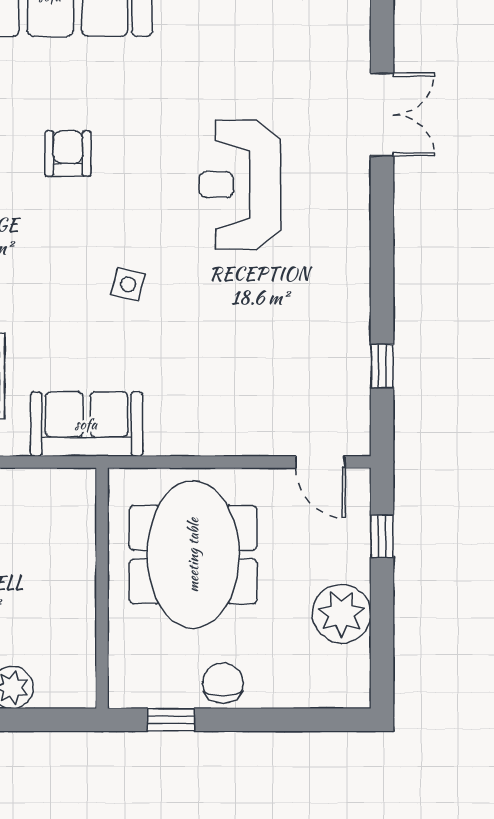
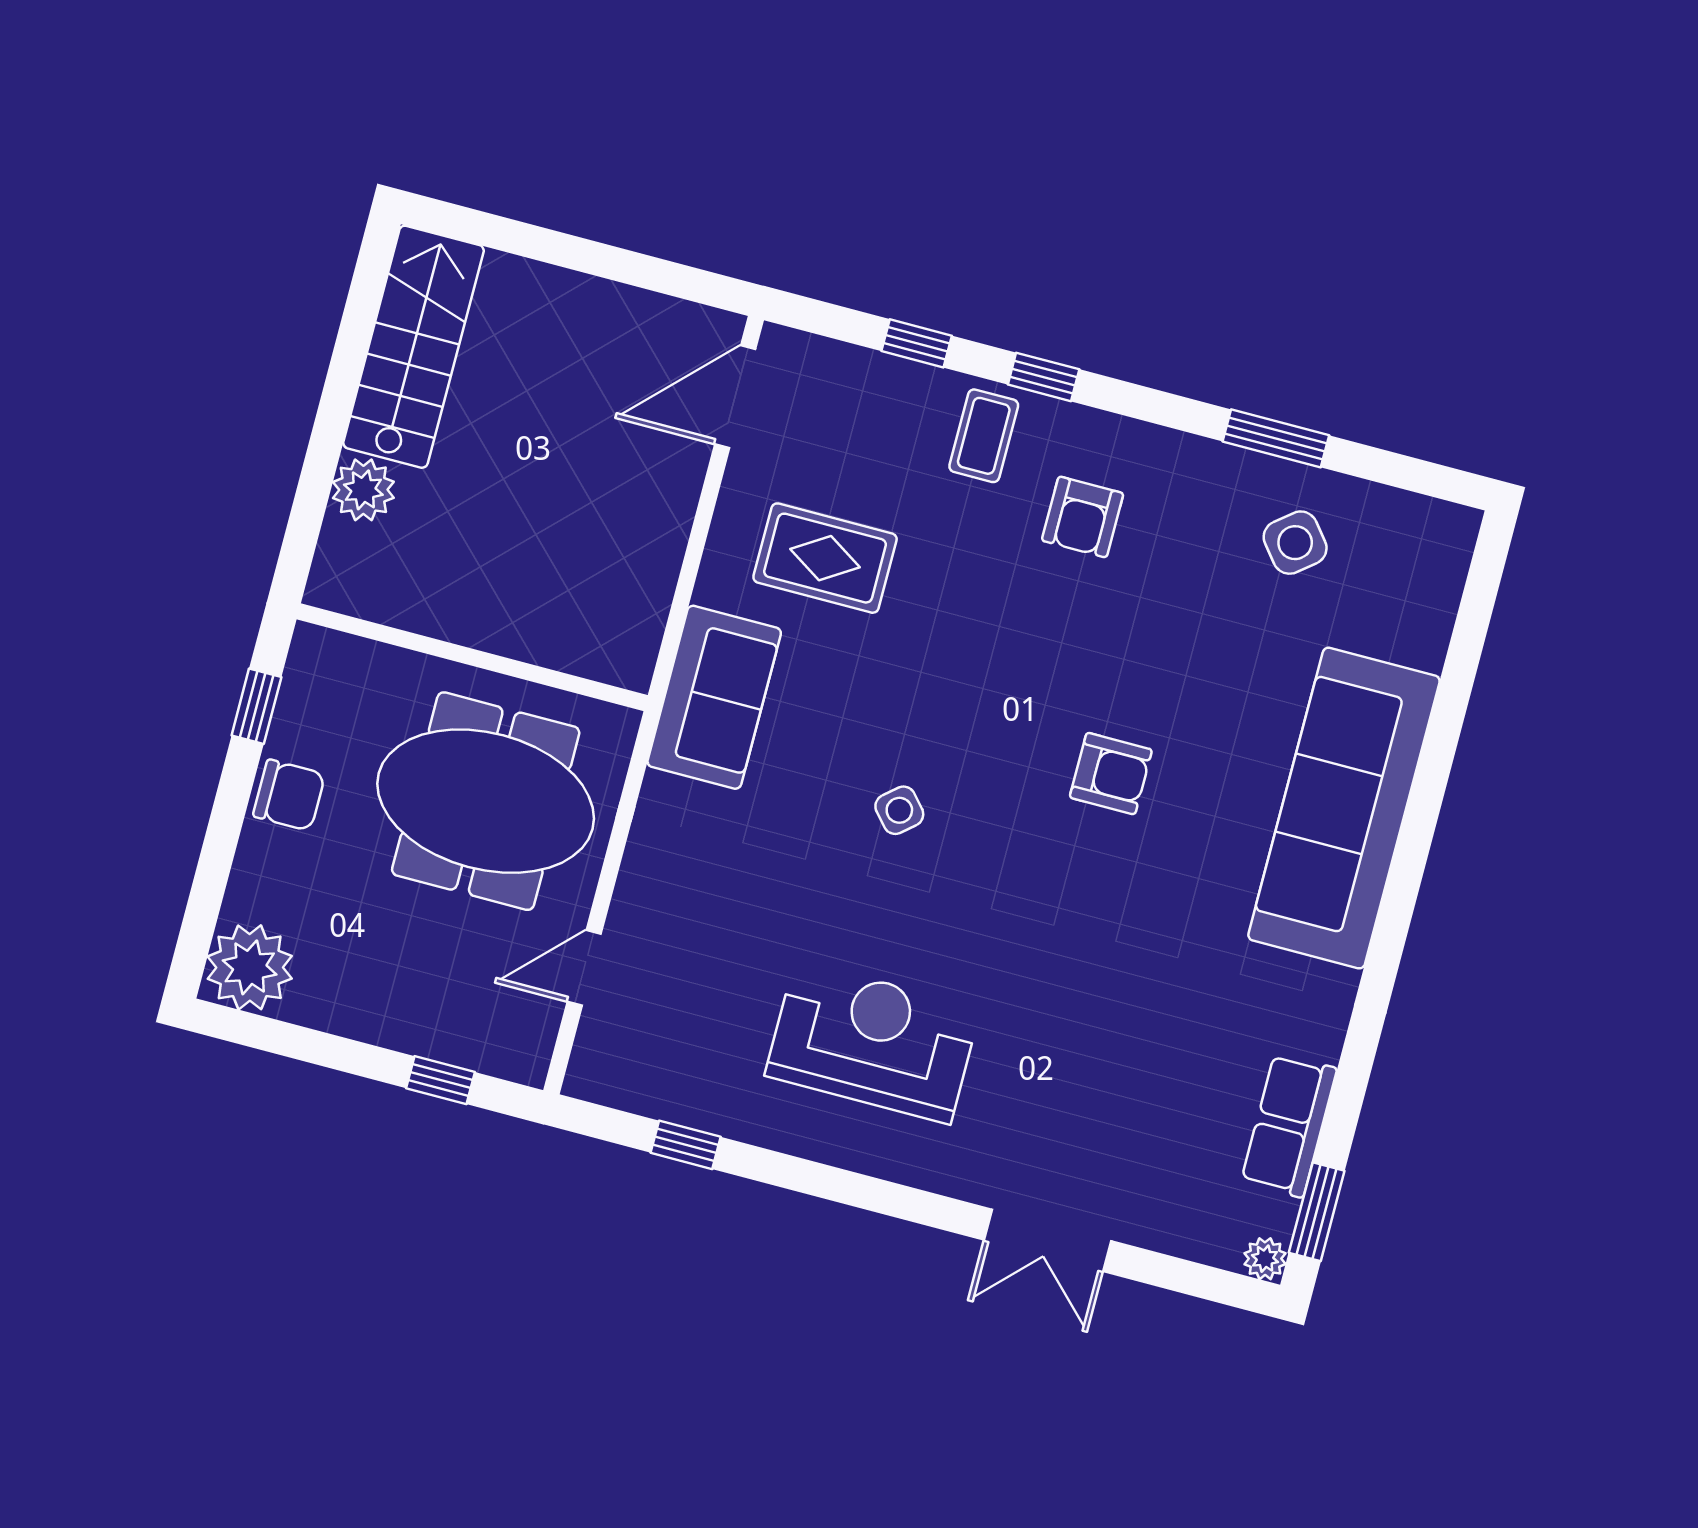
reception desk: (240, 185) -> (873, 1042), moved
side table: (128, 284) -> (899, 810), turned 35
door: (320, 462) -> (584, 968), moved
plant: (342, 614) -> (250, 967), moved

